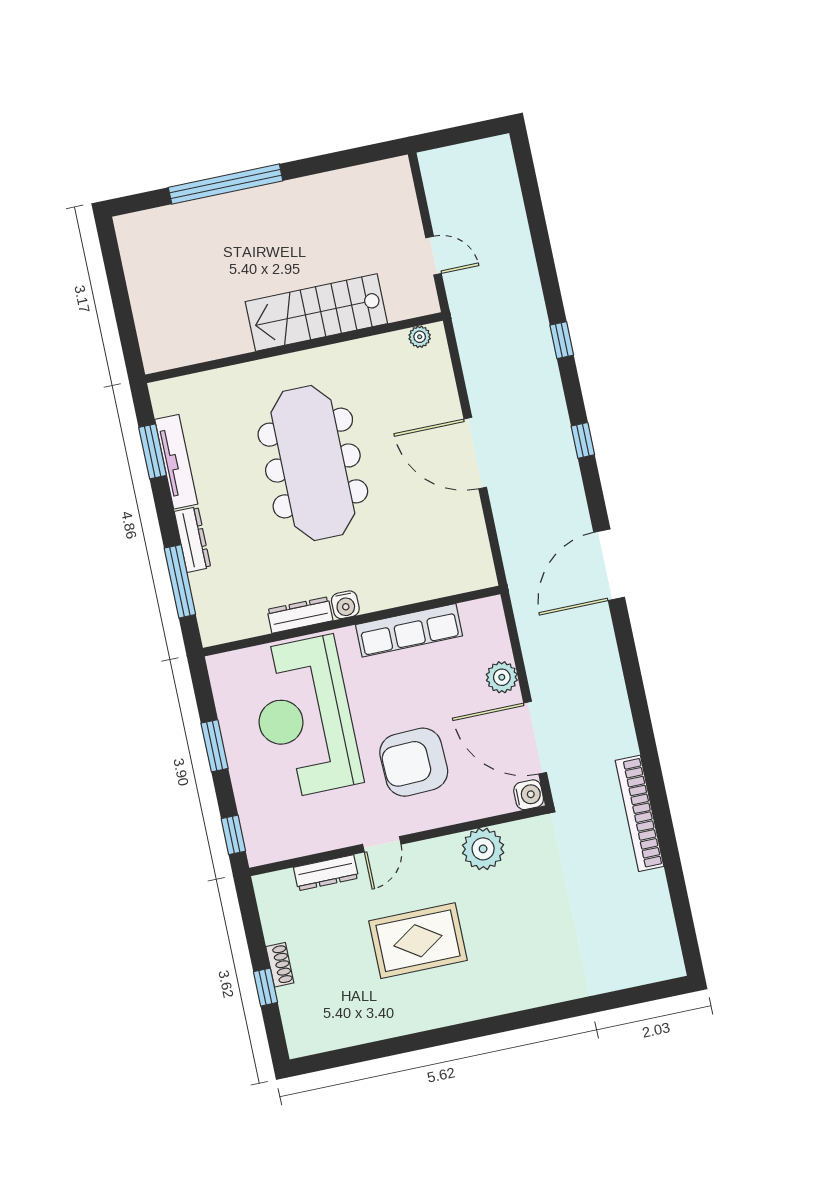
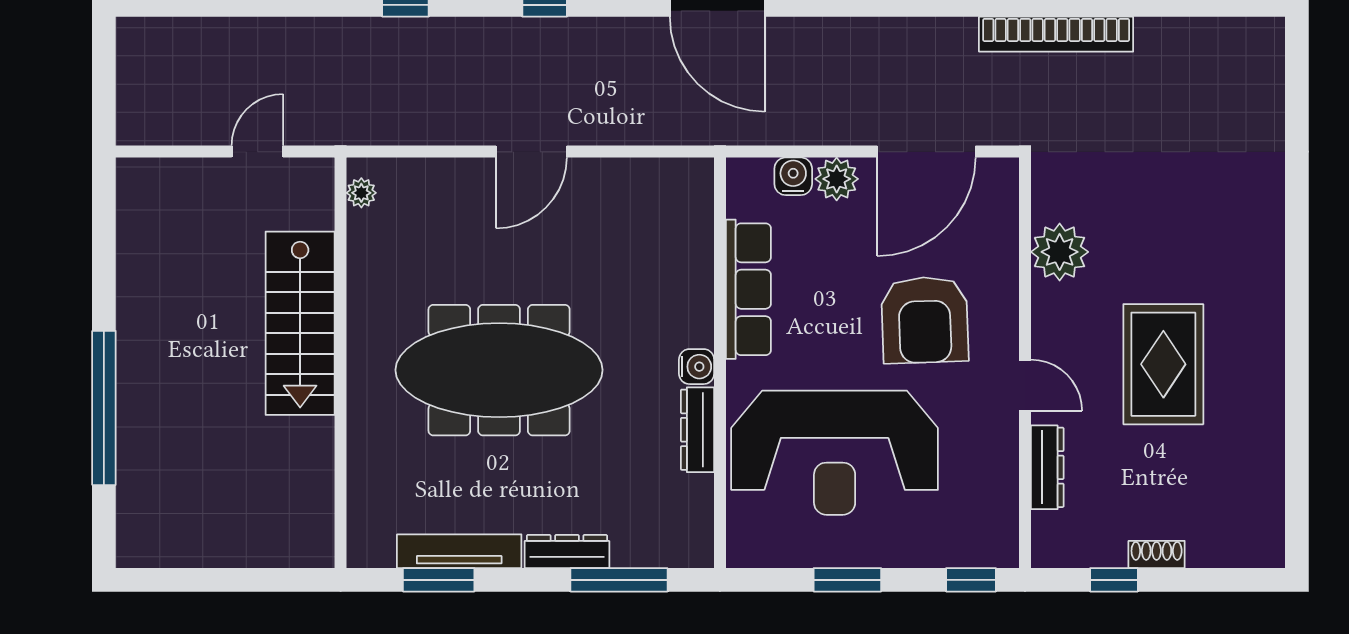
door: (475, 453) -> (531, 152), width x0.73
water cooler: (529, 795) -> (793, 176), moved
window: (265, 987) -> (1114, 580), moved

